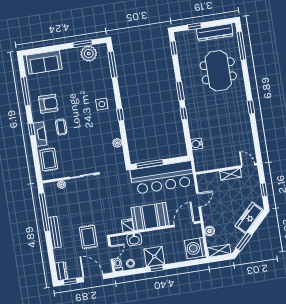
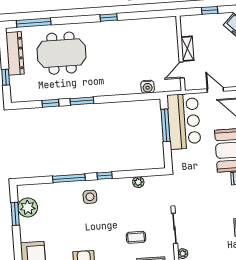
window: (174, 48) -> (50, 103), moved
window: (112, 64) -> (69, 178), moved
window: (184, 113) -> (110, 99), removed
coffee table: (61, 127) -> (136, 237), moved
window: (150, 164) -> (166, 125), moved
door: (248, 165) -> (182, 70), moved
bar counter: (162, 178) -> (184, 121), width x0.73

